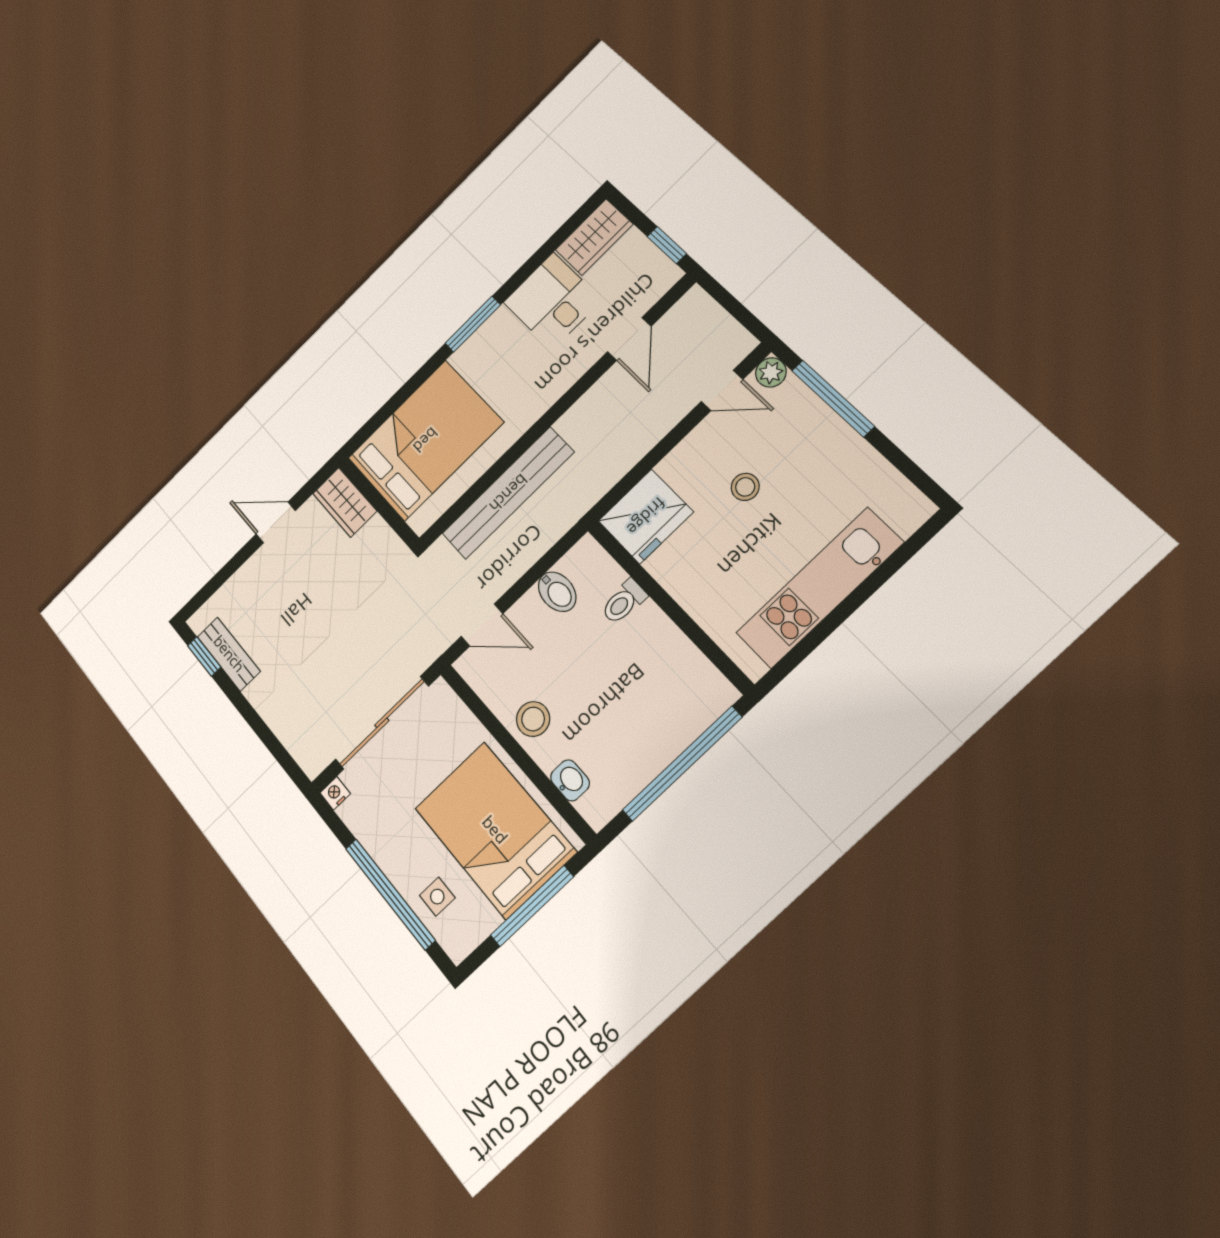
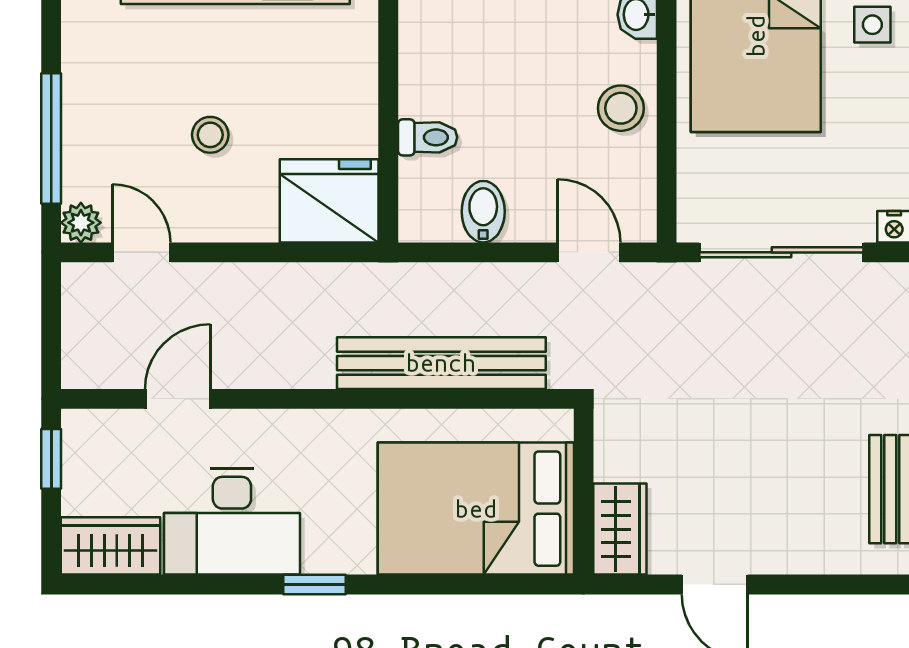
desk: (553, 301) -> (232, 521), width x1.37
window: (473, 324) -> (315, 584), width x0.67

